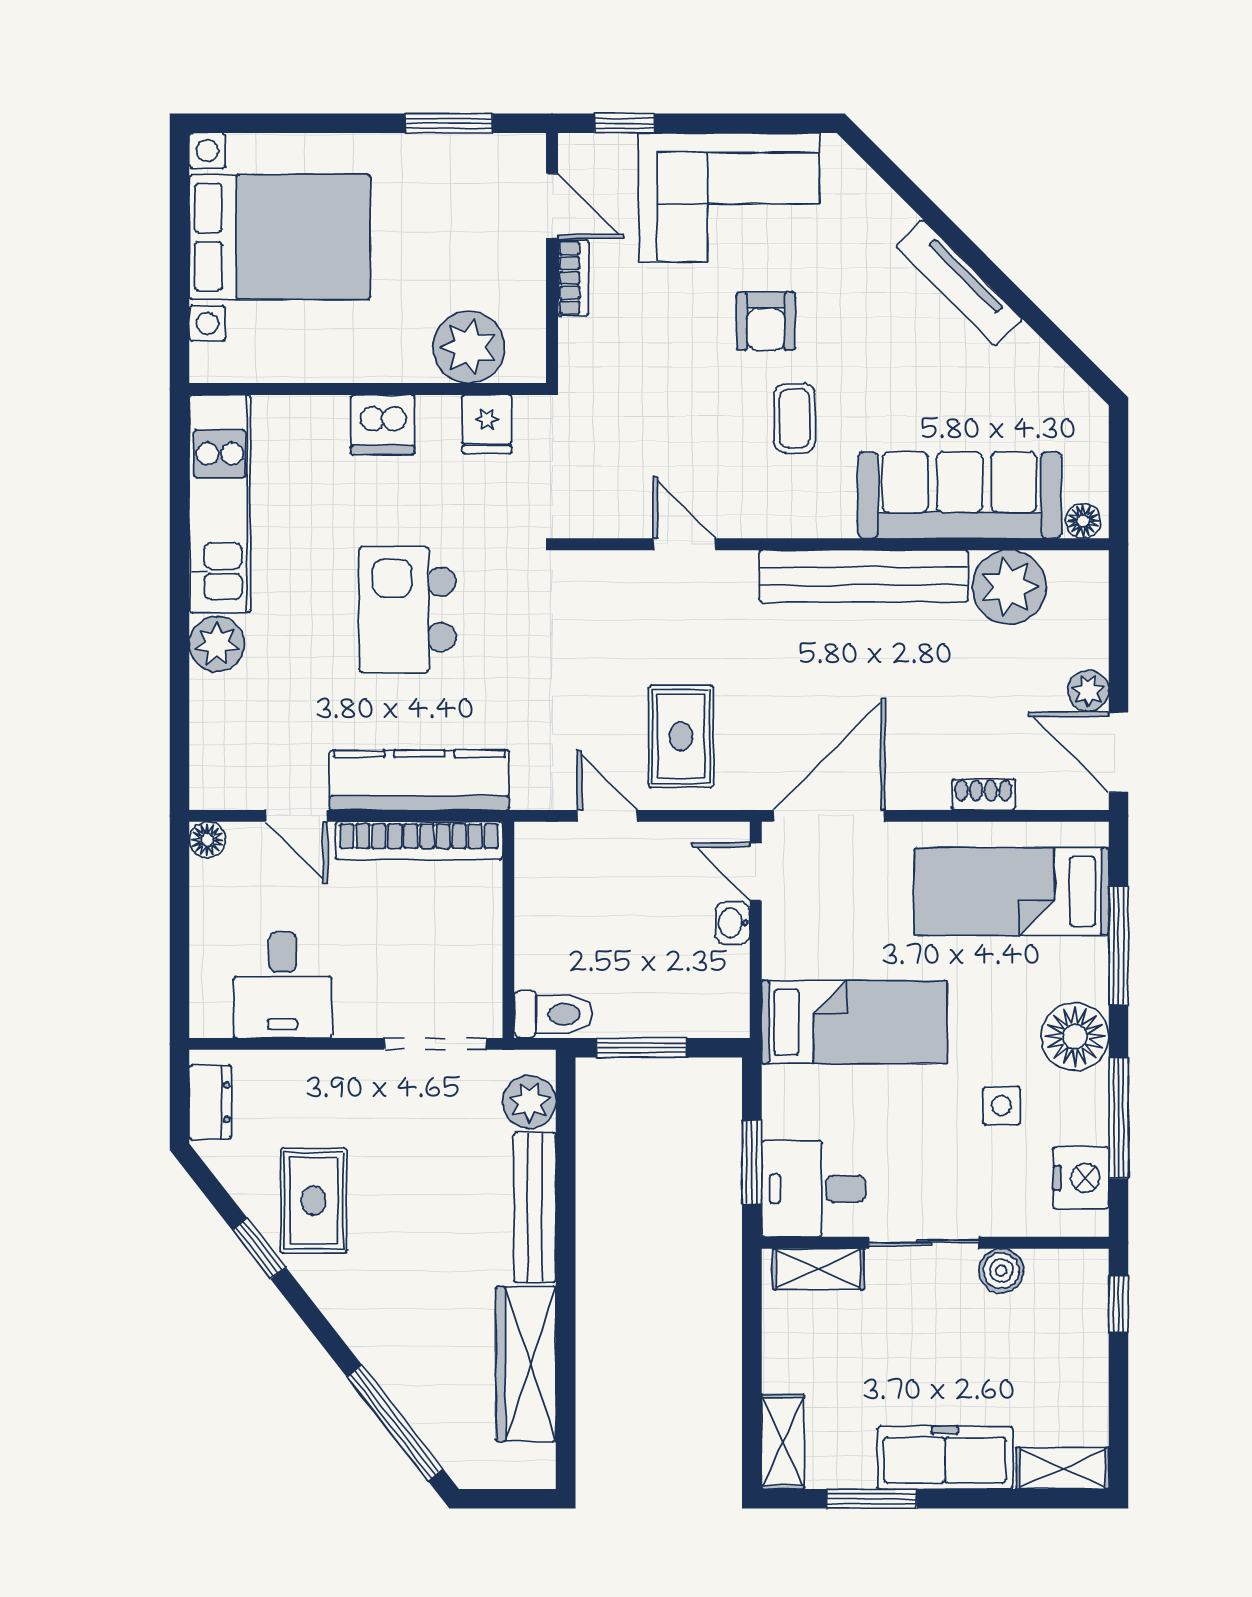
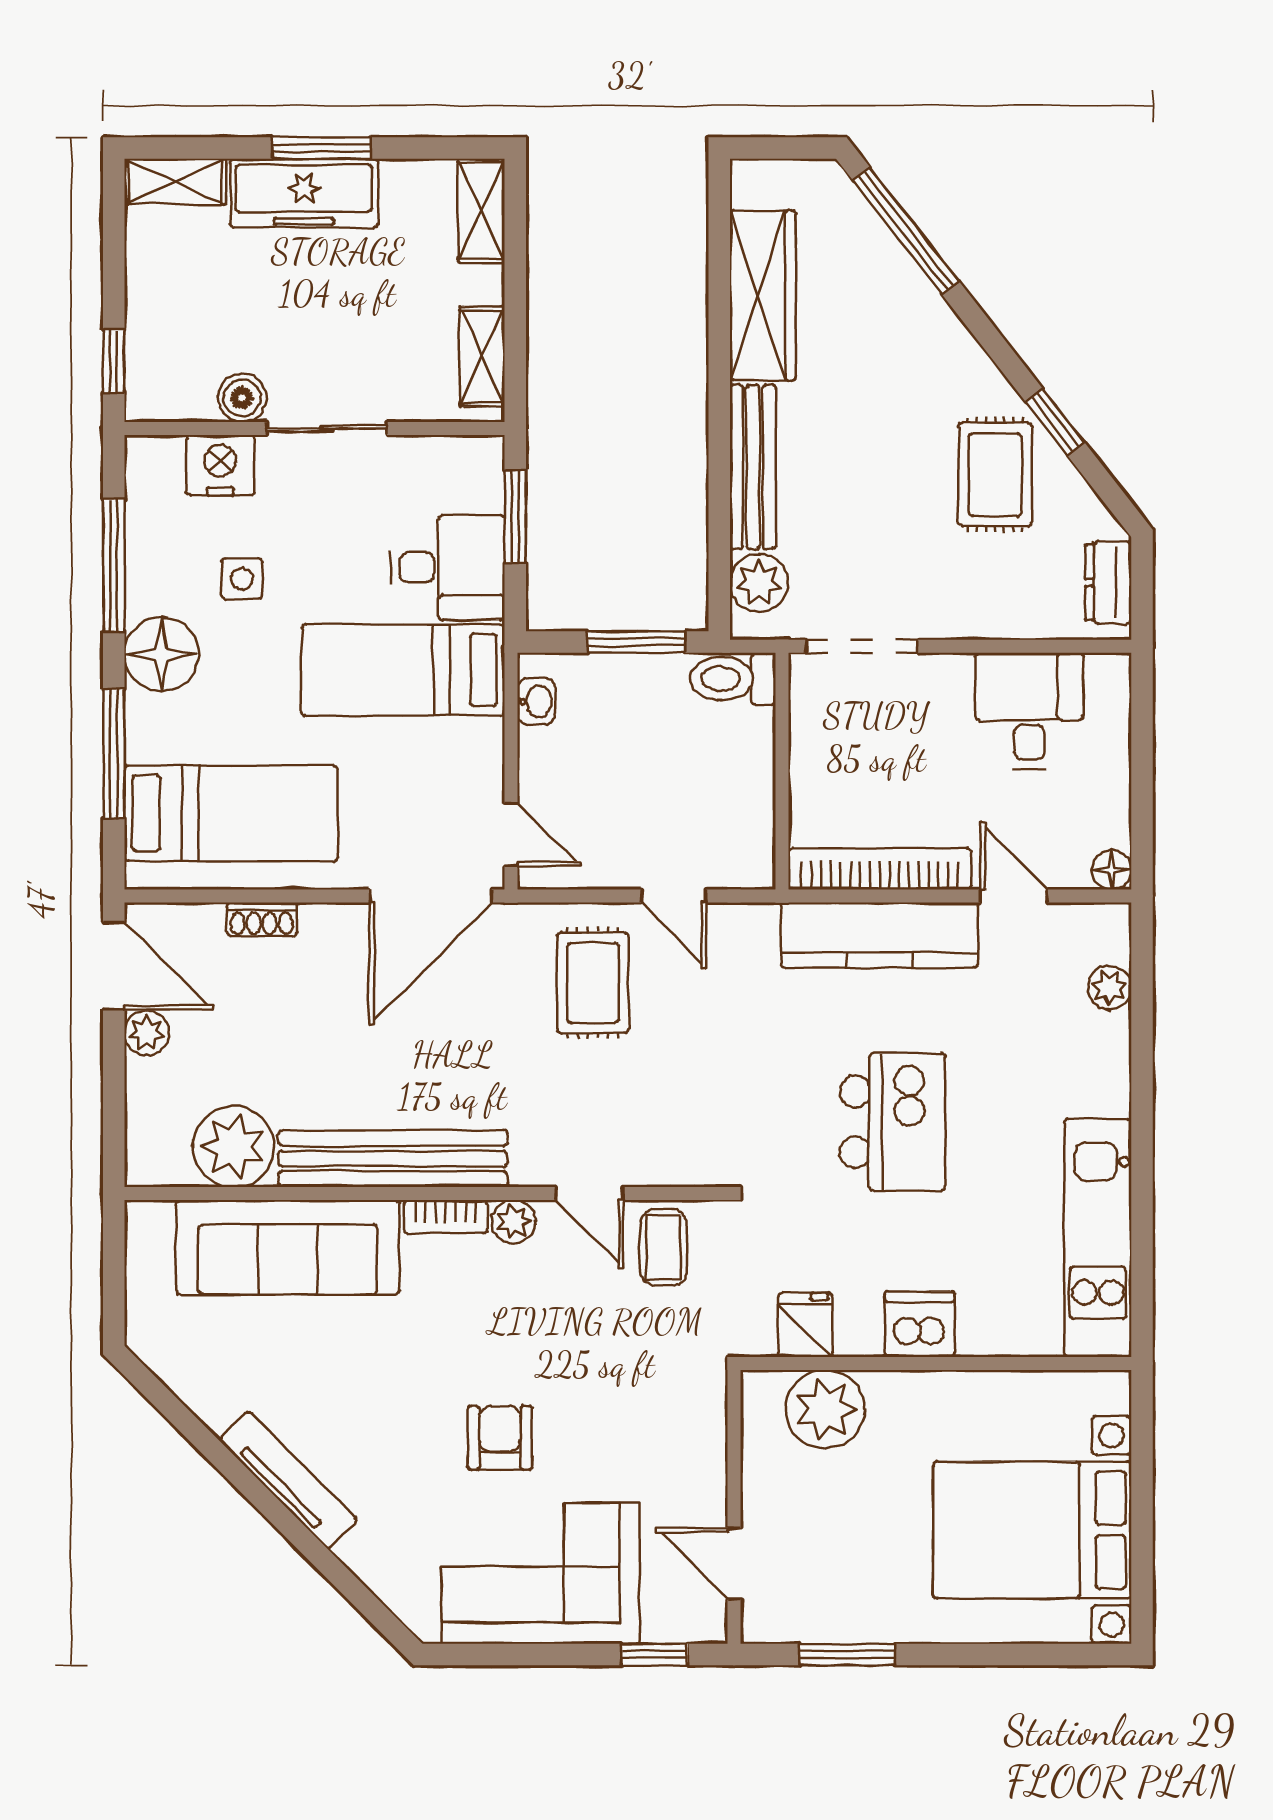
bookcase: (573, 278) -> (446, 1217), moved, turned -90
coffee table: (795, 418) -> (663, 1247), moved
plant: (753, 519) -> (514, 1222), added
floor lamp: (1083, 521) -> (153, 1219), removed
plant: (217, 644) -> (1110, 988), moved, width x0.73, depth x0.73
washbasin: (733, 923) -> (536, 701), moved
nightstand: (1081, 1178) -> (220, 465), moved, turned 90
desk: (814, 1189) -> (448, 567), moved
shelving: (818, 1269) -> (482, 356), moved, turned 90
window: (872, 1499) -> (321, 148), moved

